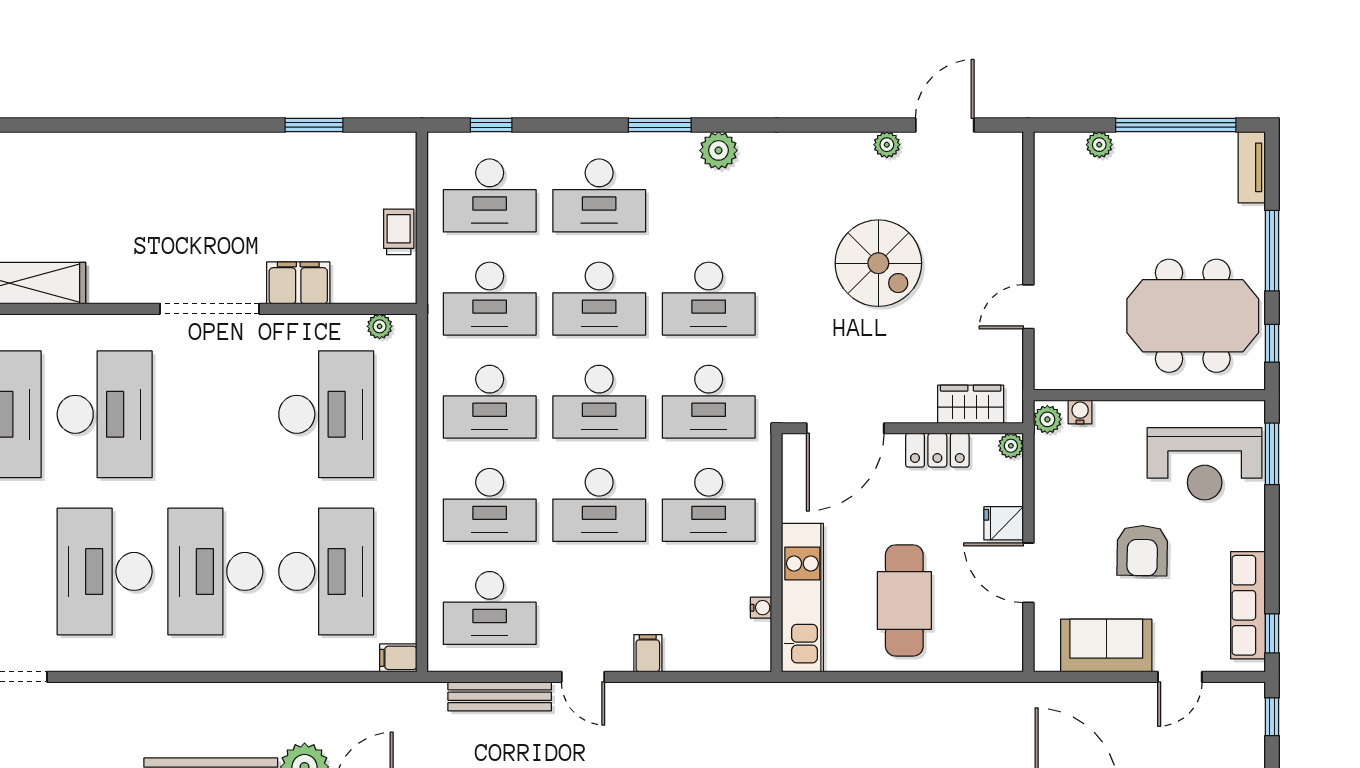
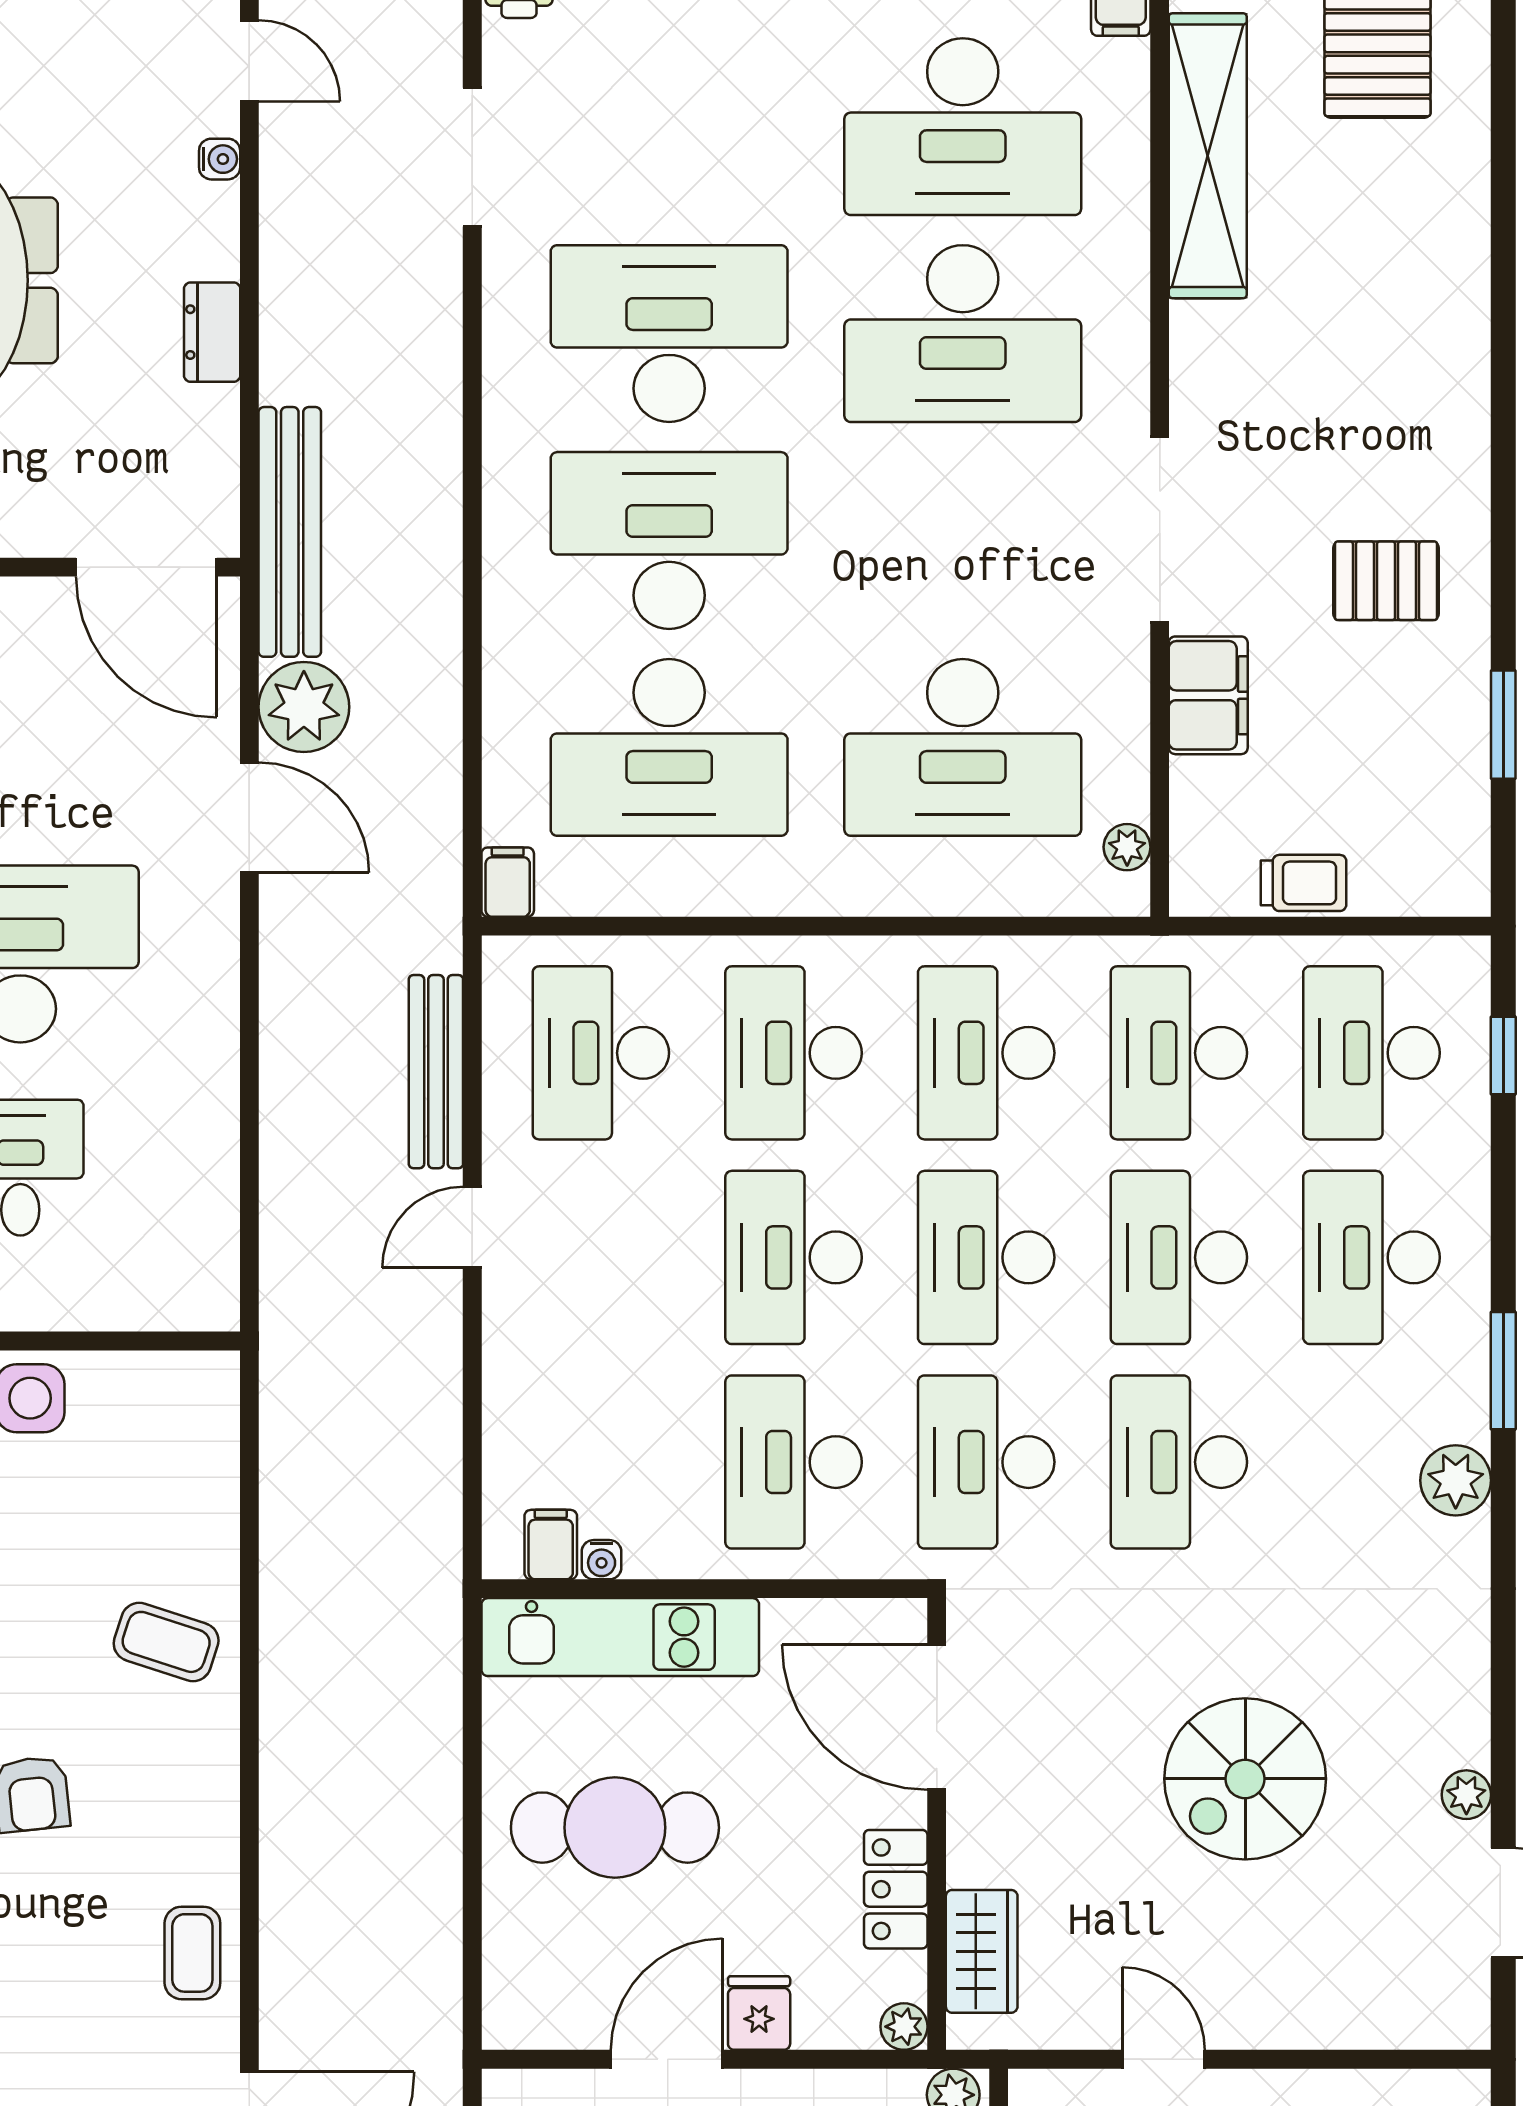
pallet: (237, 188) -> (1386, 581), added
filing cabinet: (648, 653) -> (551, 1545), moved, turned -90

